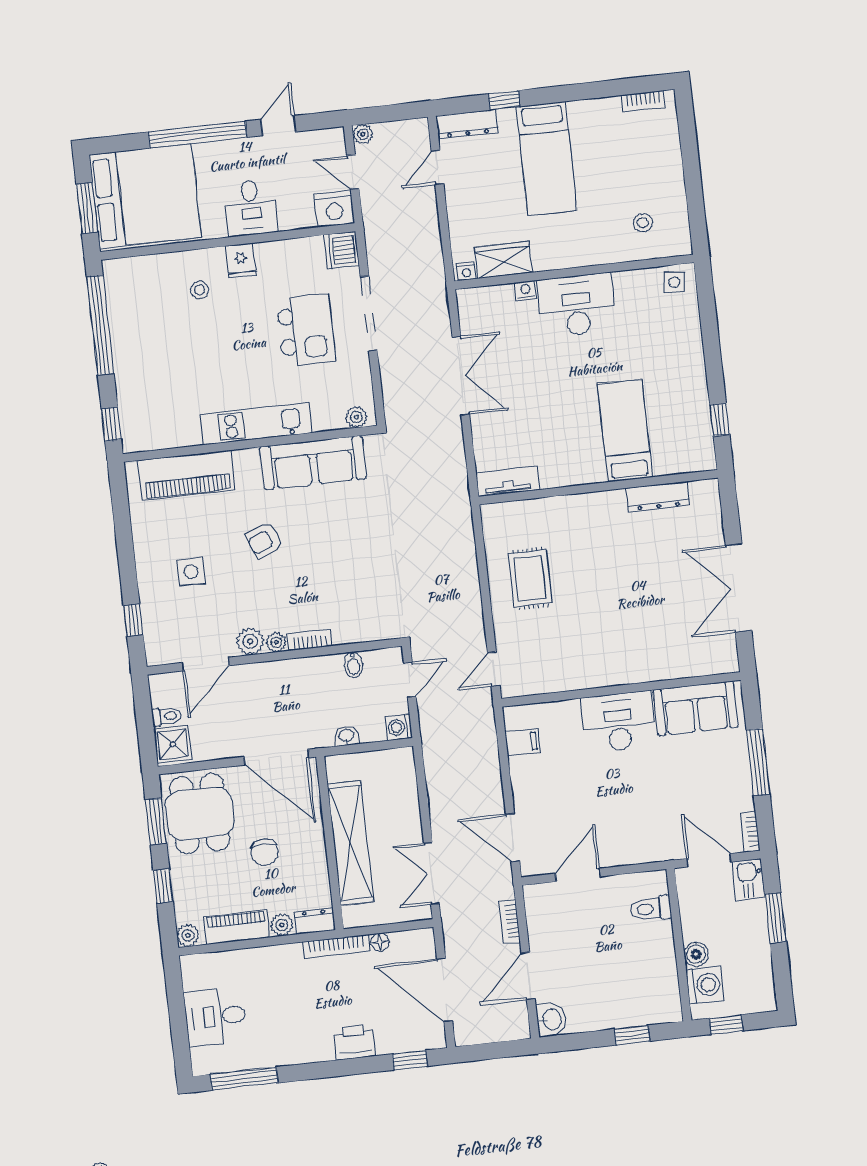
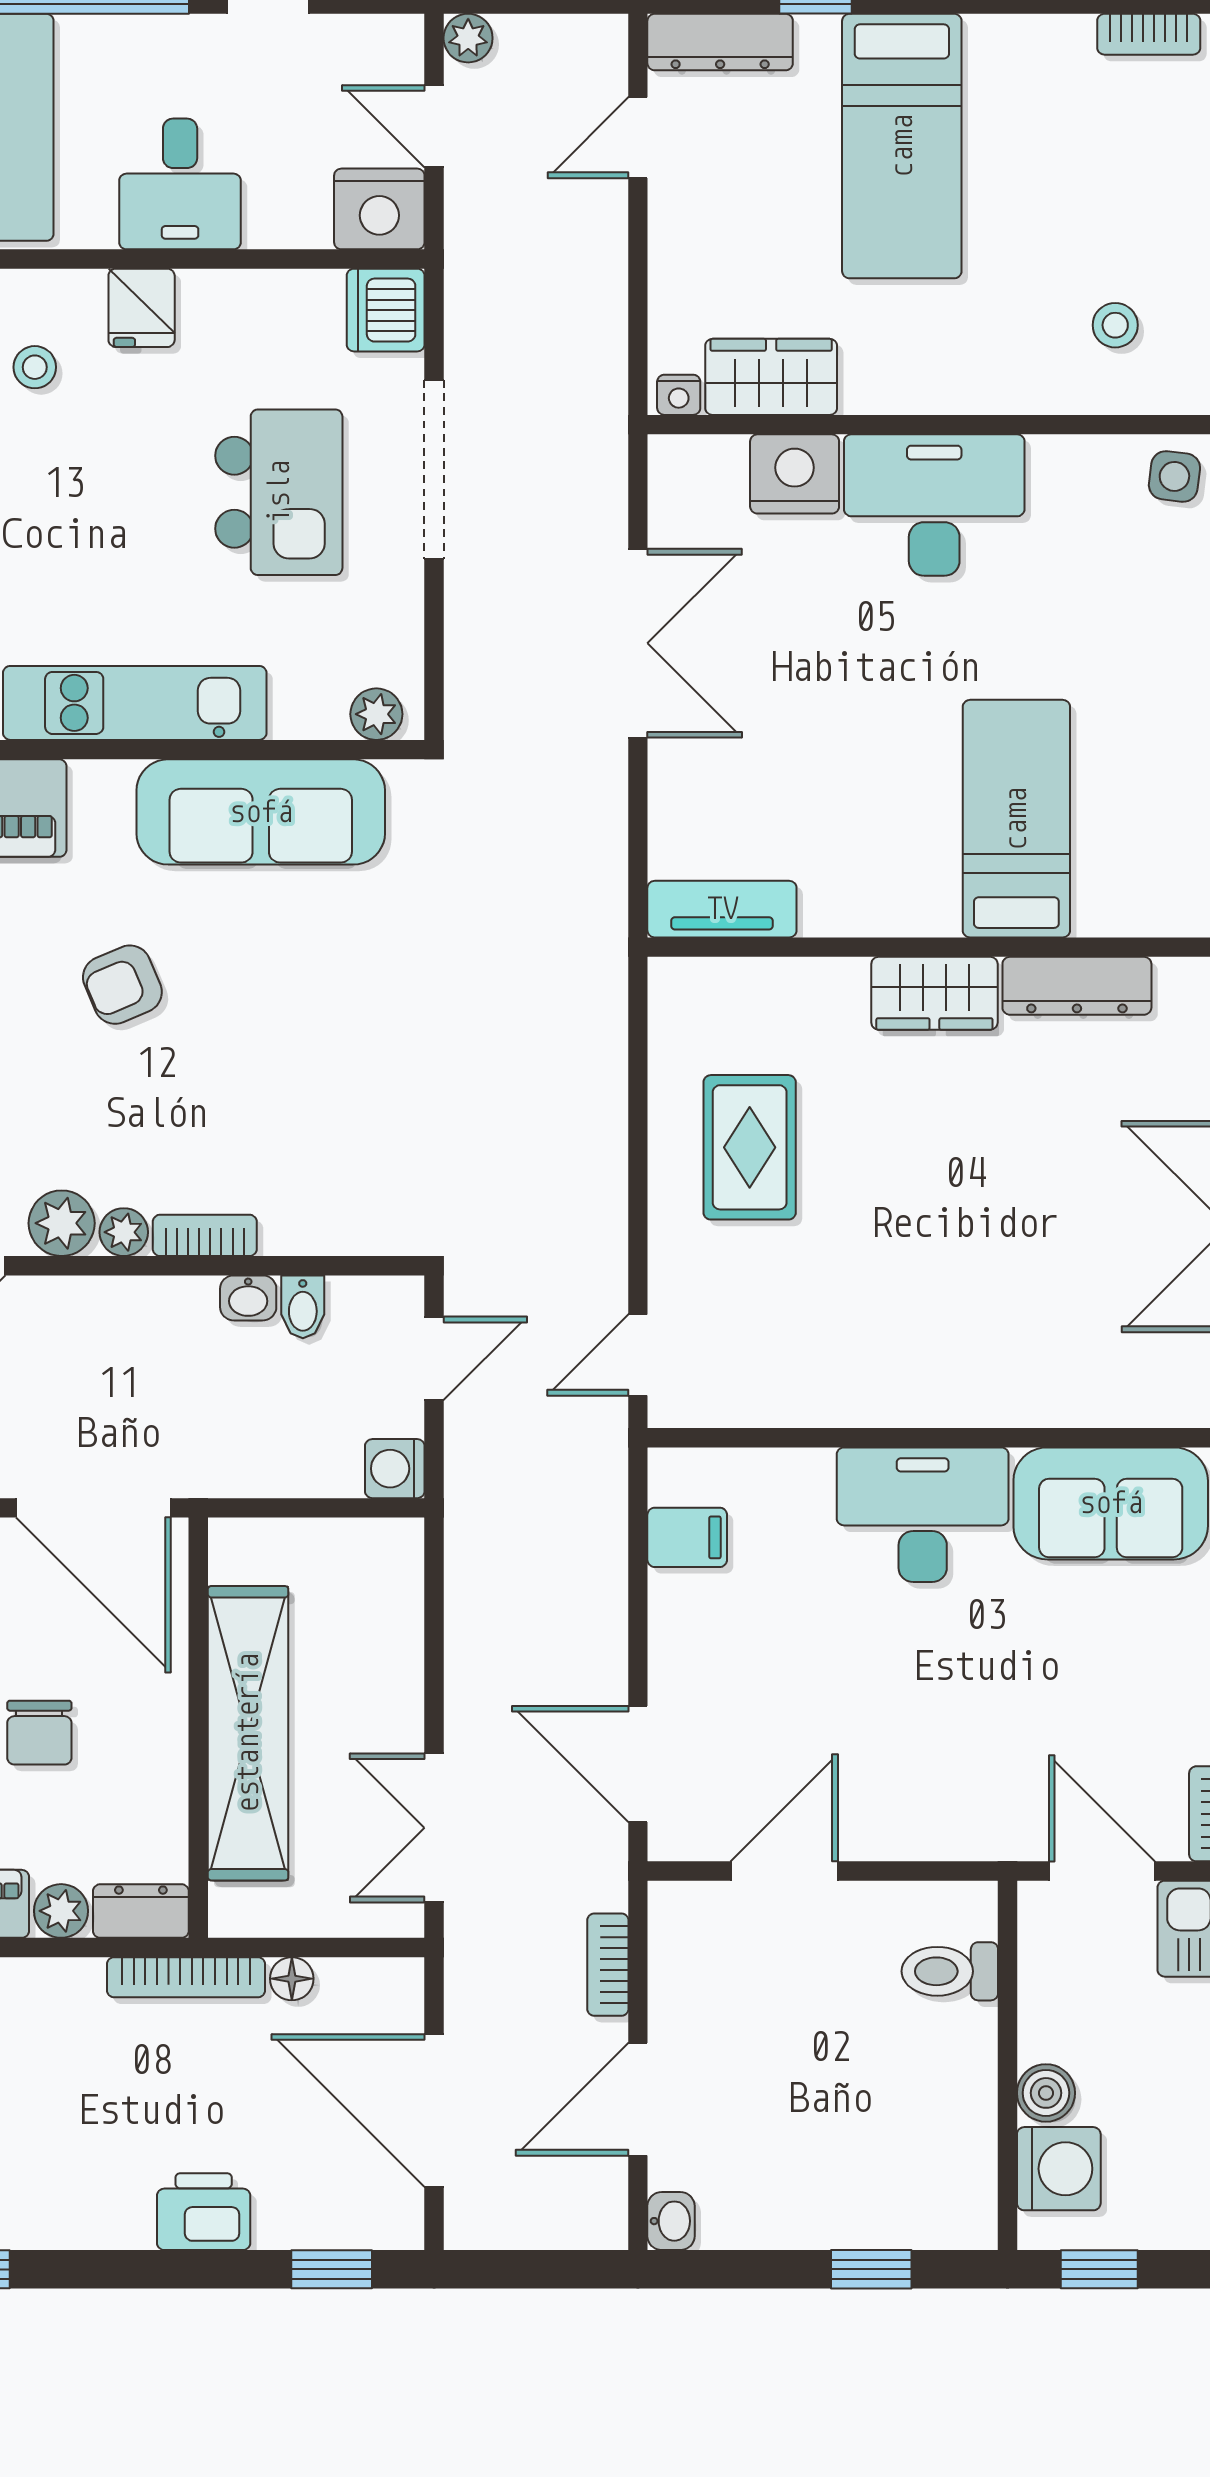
nightstand: (525, 291) -> (795, 474), width x1.89, depth x1.79
wardrobe: (599, 506) -> (934, 993), added
washbasin: (346, 736) -> (248, 1298), moved, turned 180
washbasin: (551, 1019) -> (671, 2221), width x0.72, depth x0.69

